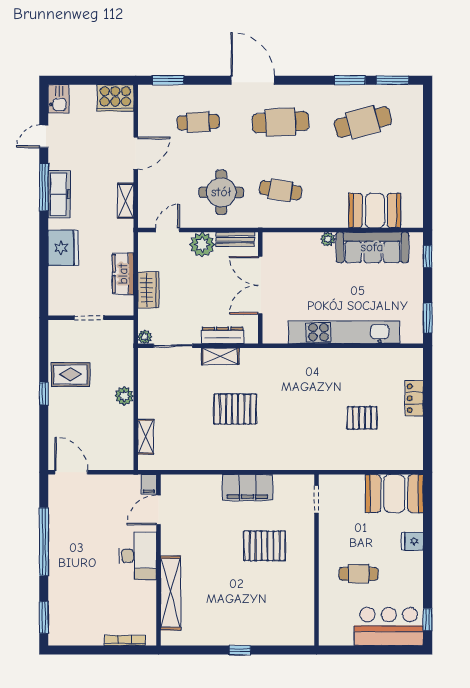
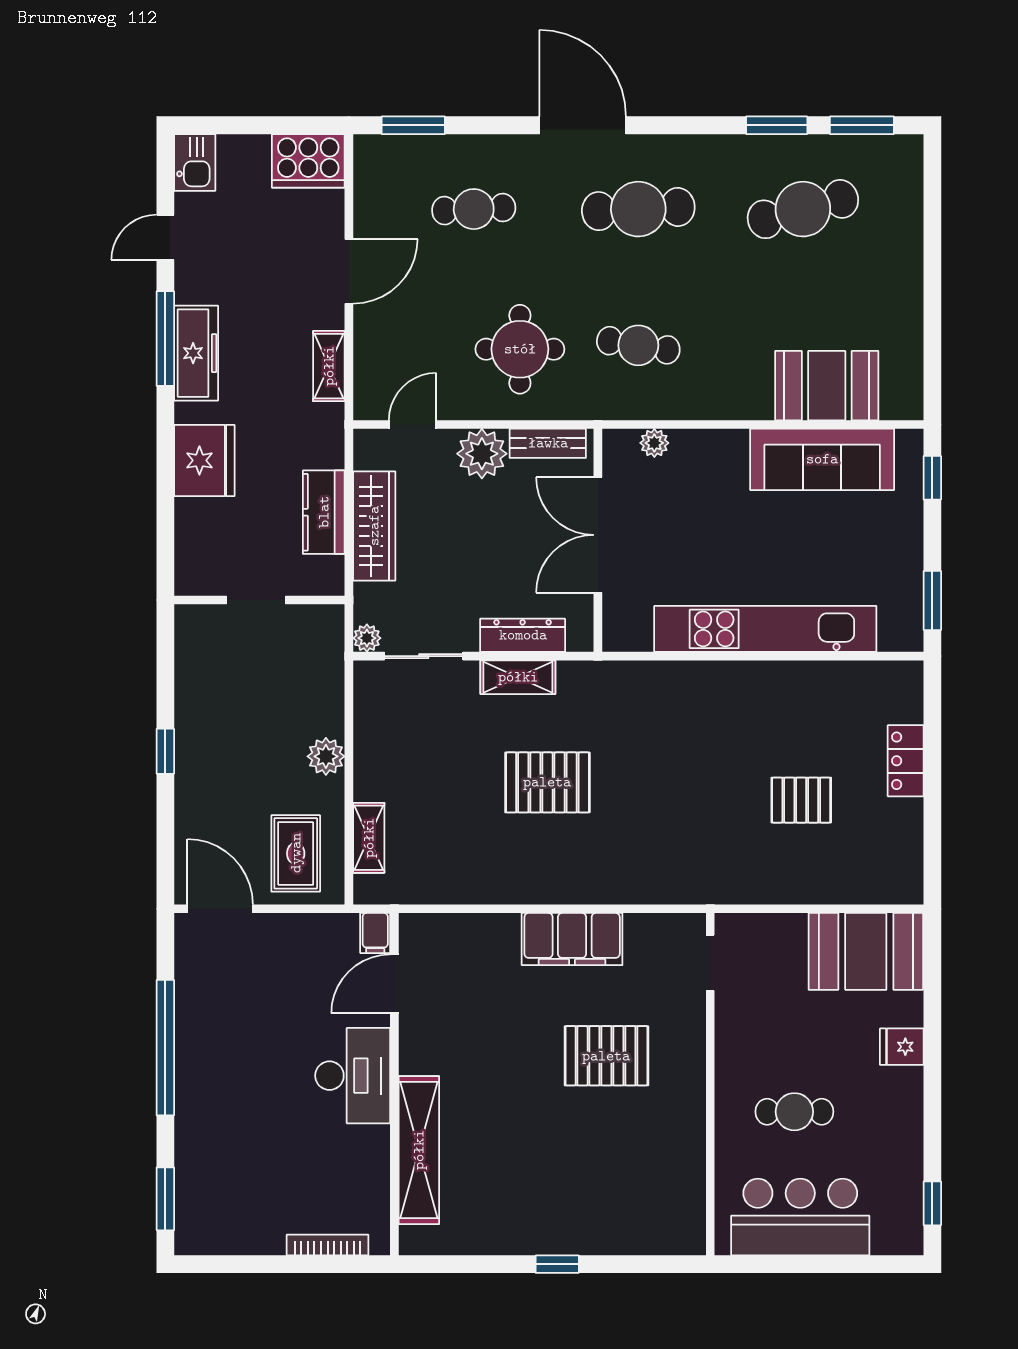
plant: (328, 239) -> (654, 443), moved
wardrobe: (148, 290) -> (374, 526), width x1.50
rug: (71, 375) -> (296, 853), moved, turned 90
bar counter: (389, 627) -> (800, 1217), moved

